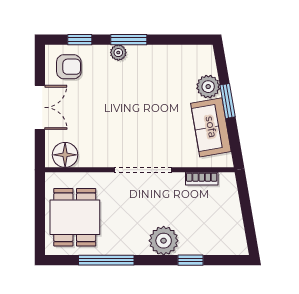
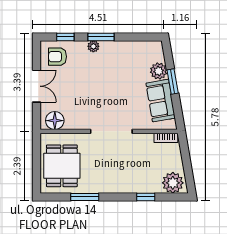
armchair: (69, 67) -> (58, 57), turned 180
bookcase: (202, 179) -> (166, 138), moved
plant: (164, 241) -> (173, 183), moved
window: (106, 260) -> (85, 197), width x0.69

